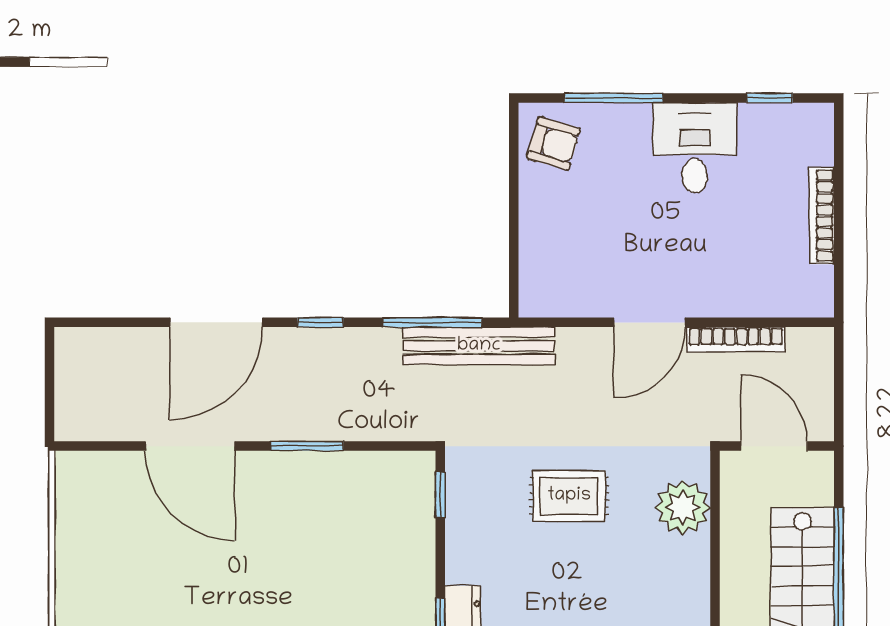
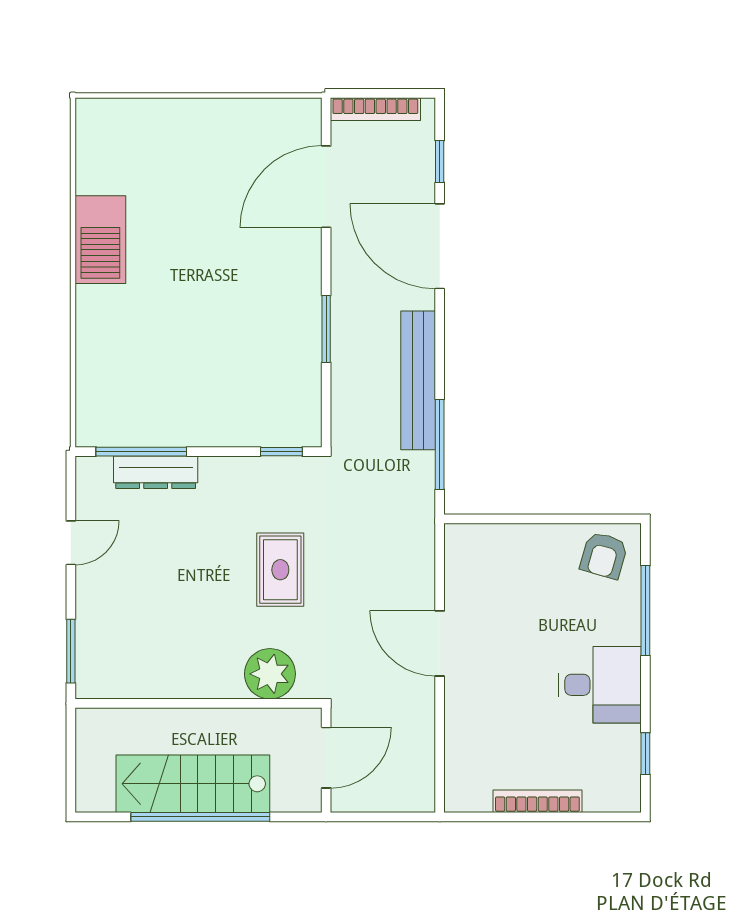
window: (320, 322) -> (440, 161), moved
bookcase: (736, 339) -> (375, 109), moved, turned -90
bench: (479, 346) -> (418, 380), moved
door: (190, 446) -> (326, 187), moved

